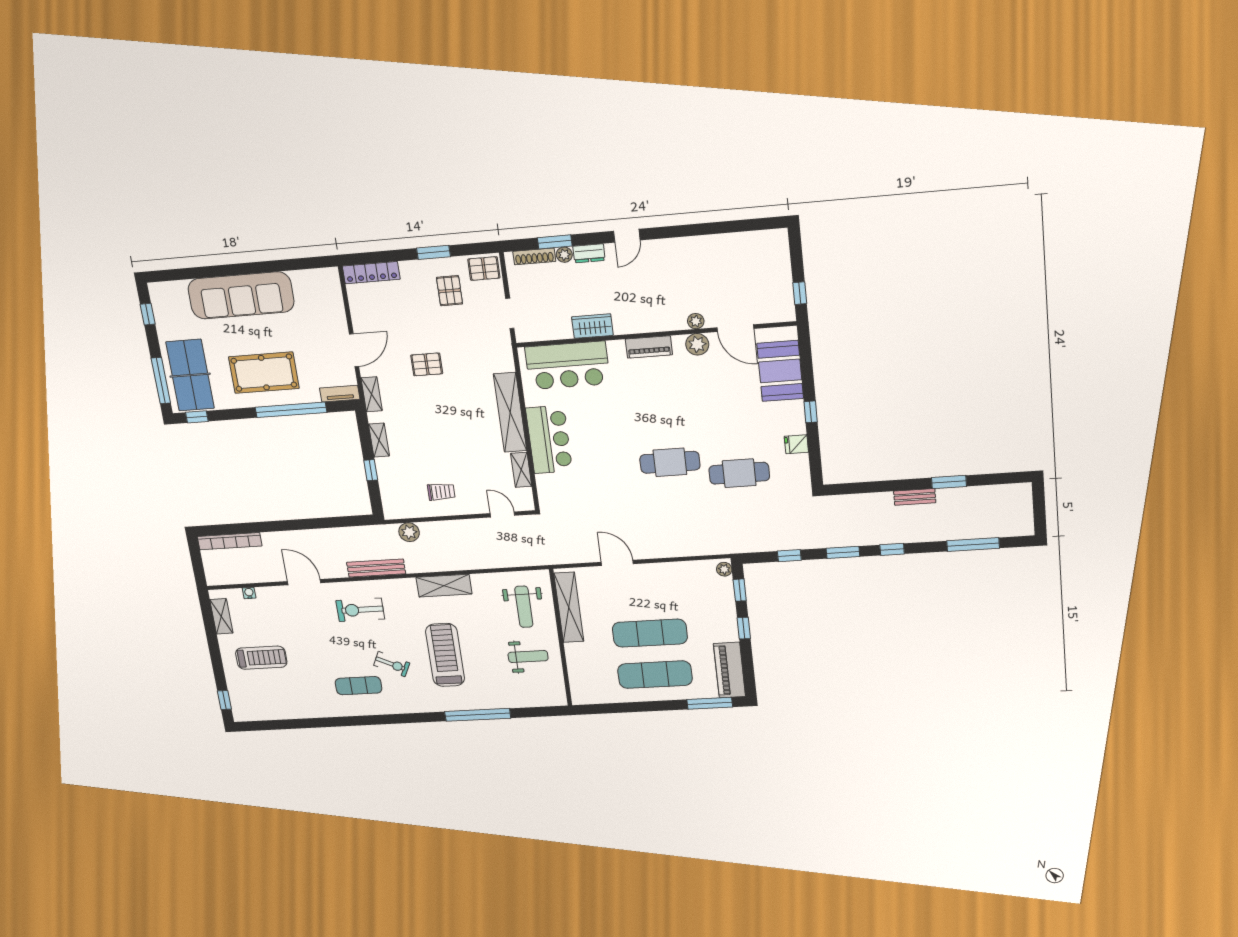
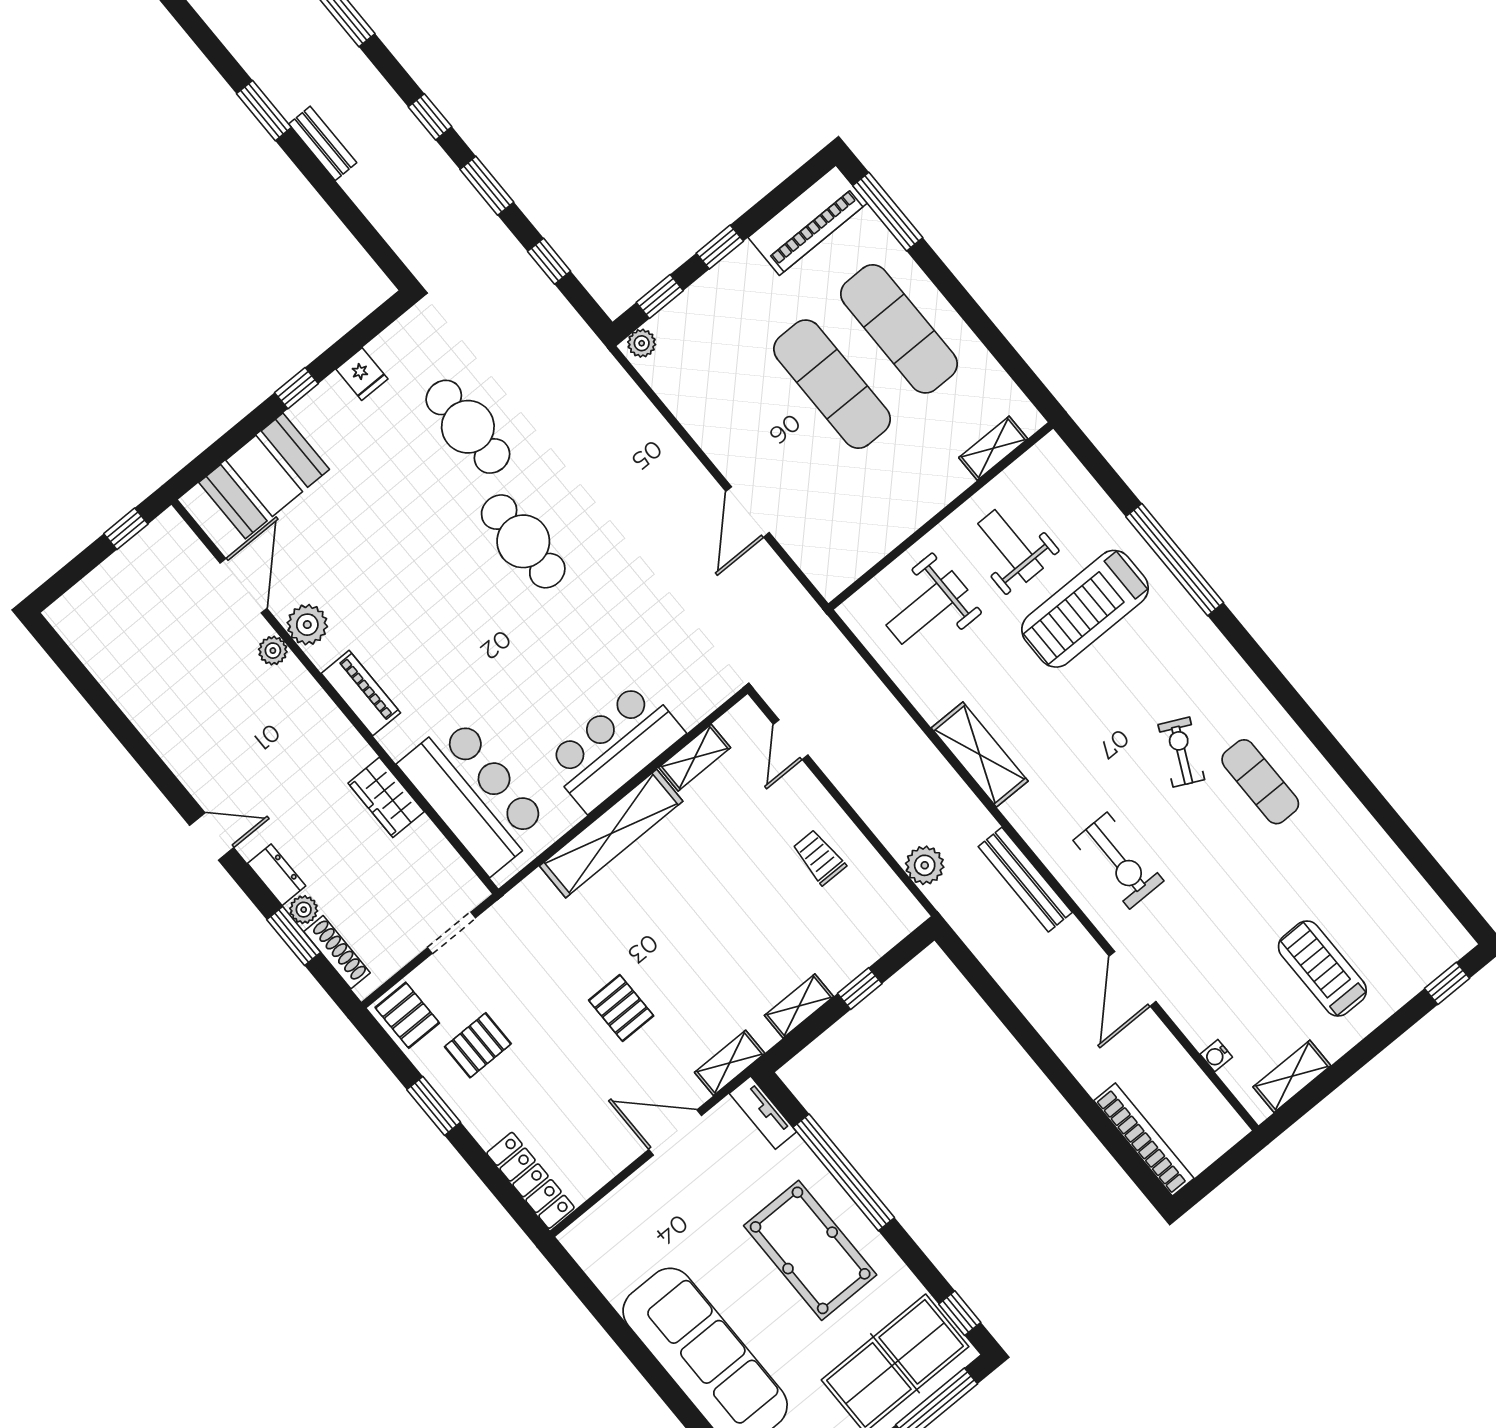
weight bench: (524, 607) -> (927, 607), turned 180
shelving: (569, 607) -> (993, 448), moved, width x0.45, depth x0.75
treadmill: (445, 655) -> (1085, 609), moved

